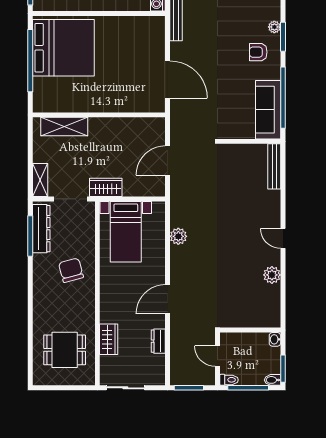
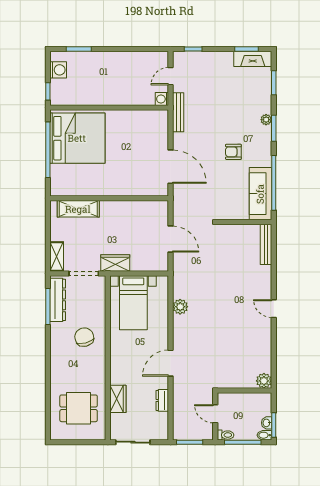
armchair: (258, 52) -> (233, 152), moved
door: (168, 161) -> (171, 239), swing flipped
plant: (272, 275) -> (264, 381), moved
washbasin: (275, 339) -> (267, 423), moved

